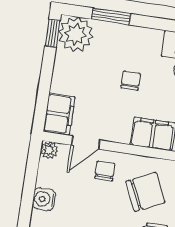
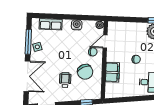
filing cabinet: (59, 114) -> (117, 28), removed
door: (86, 143) -> (105, 42), hinge flipped

